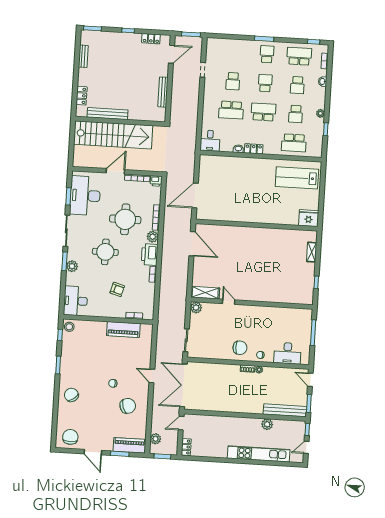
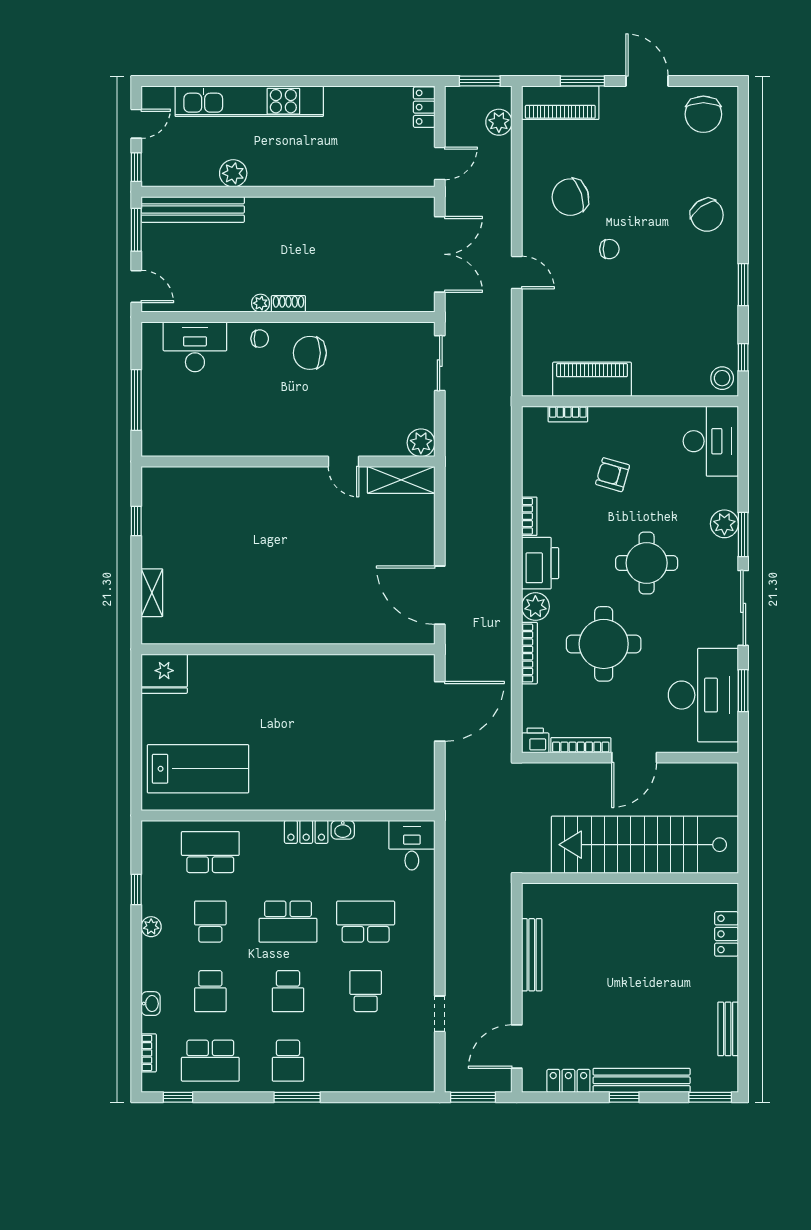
school desk: (297, 85) -> (210, 991), turned 180
bench: (108, 114) -> (642, 1080), moved
double door: (183, 385) -> (440, 254), width x0.73

